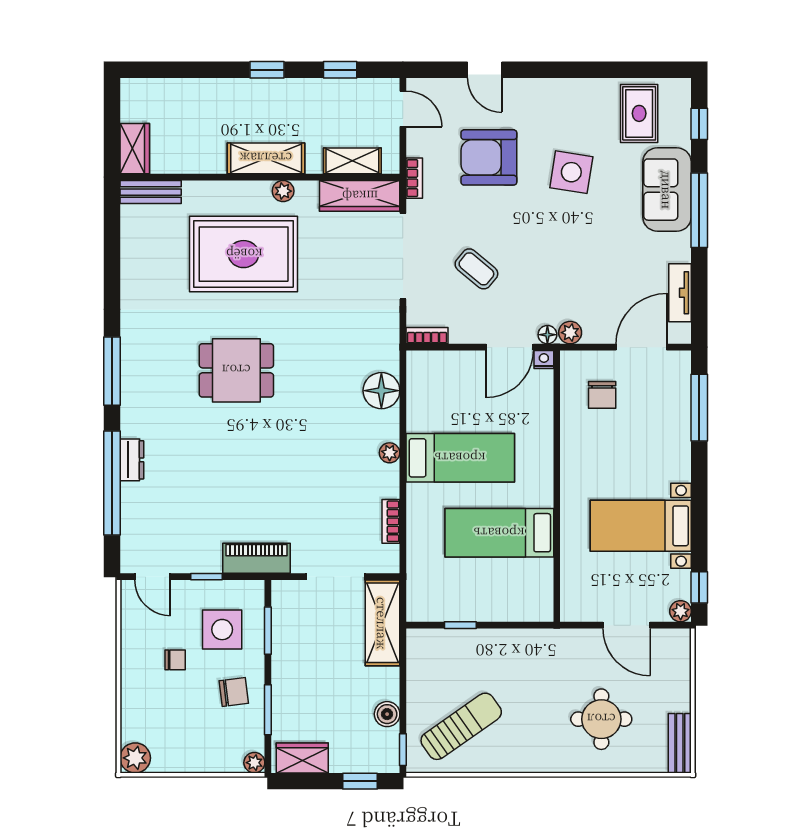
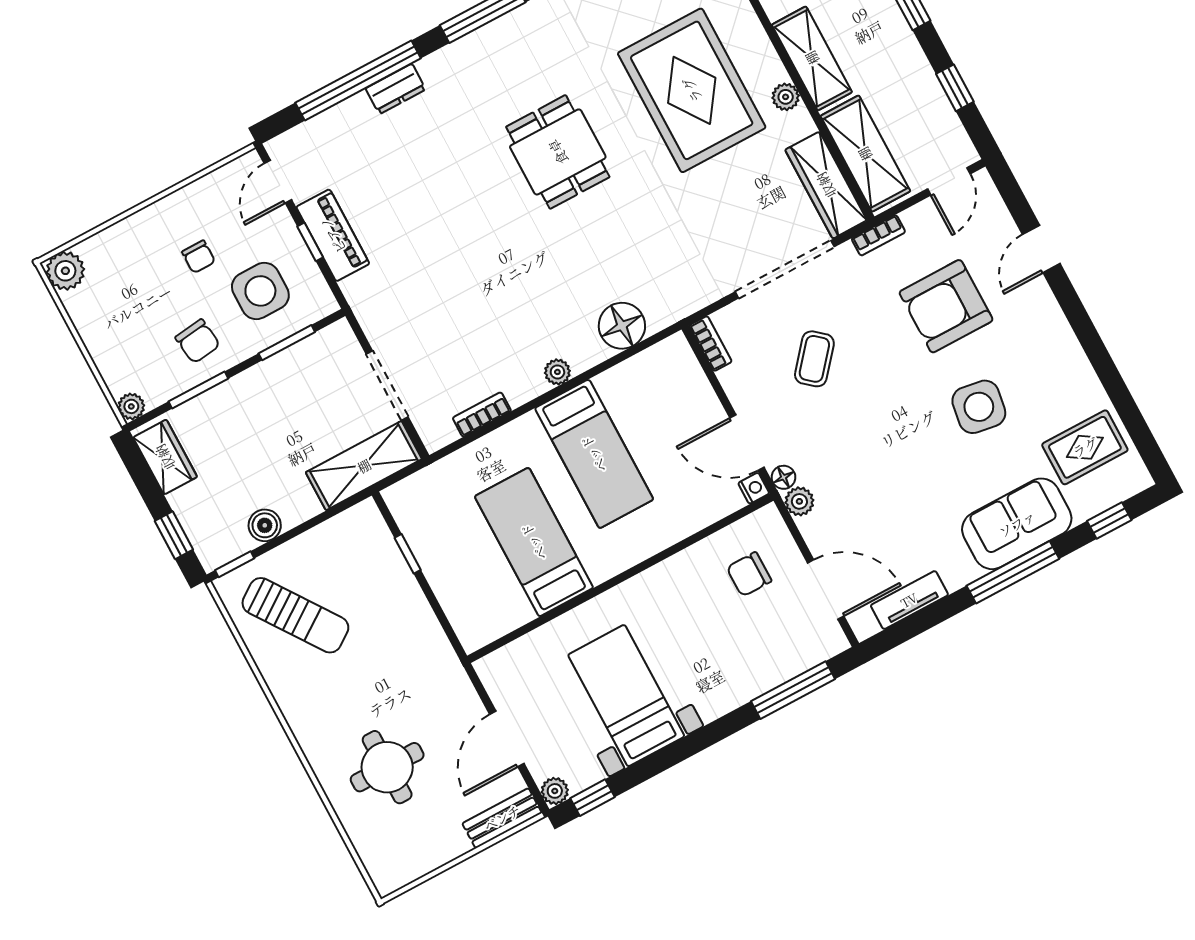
armchair: (489, 157) -> (946, 306), turned -90
shelving: (352, 161) -> (865, 154), width x1.50, depth x1.33
piano: (256, 558) -> (333, 235), moved
bench: (680, 743) -> (502, 818), moved

